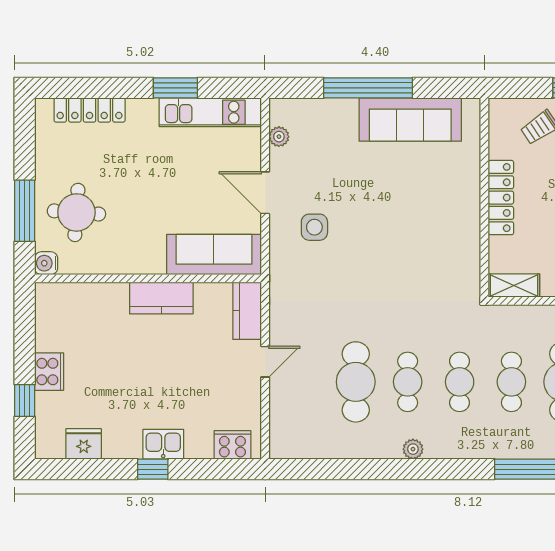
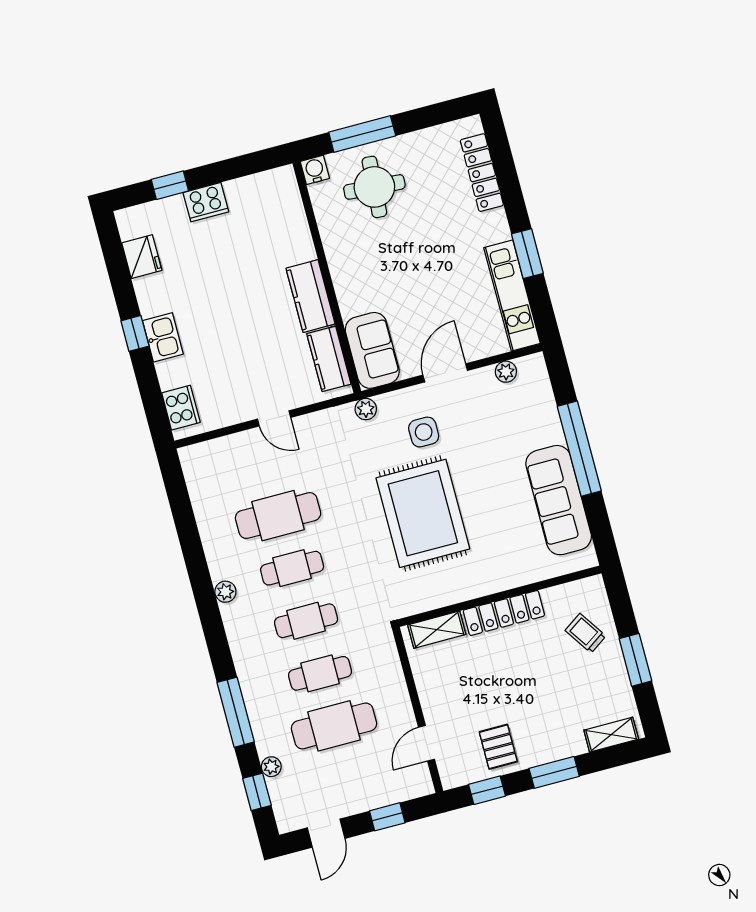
rug: (389, 248) -> (423, 513), added
sofa: (214, 255) -> (372, 350), width x0.73
plant: (279, 275) -> (366, 409), added
shelving: (514, 286) -> (437, 630), moved, turned 90
kitchen counter: (247, 311) -> (329, 359), moved, turned -90

